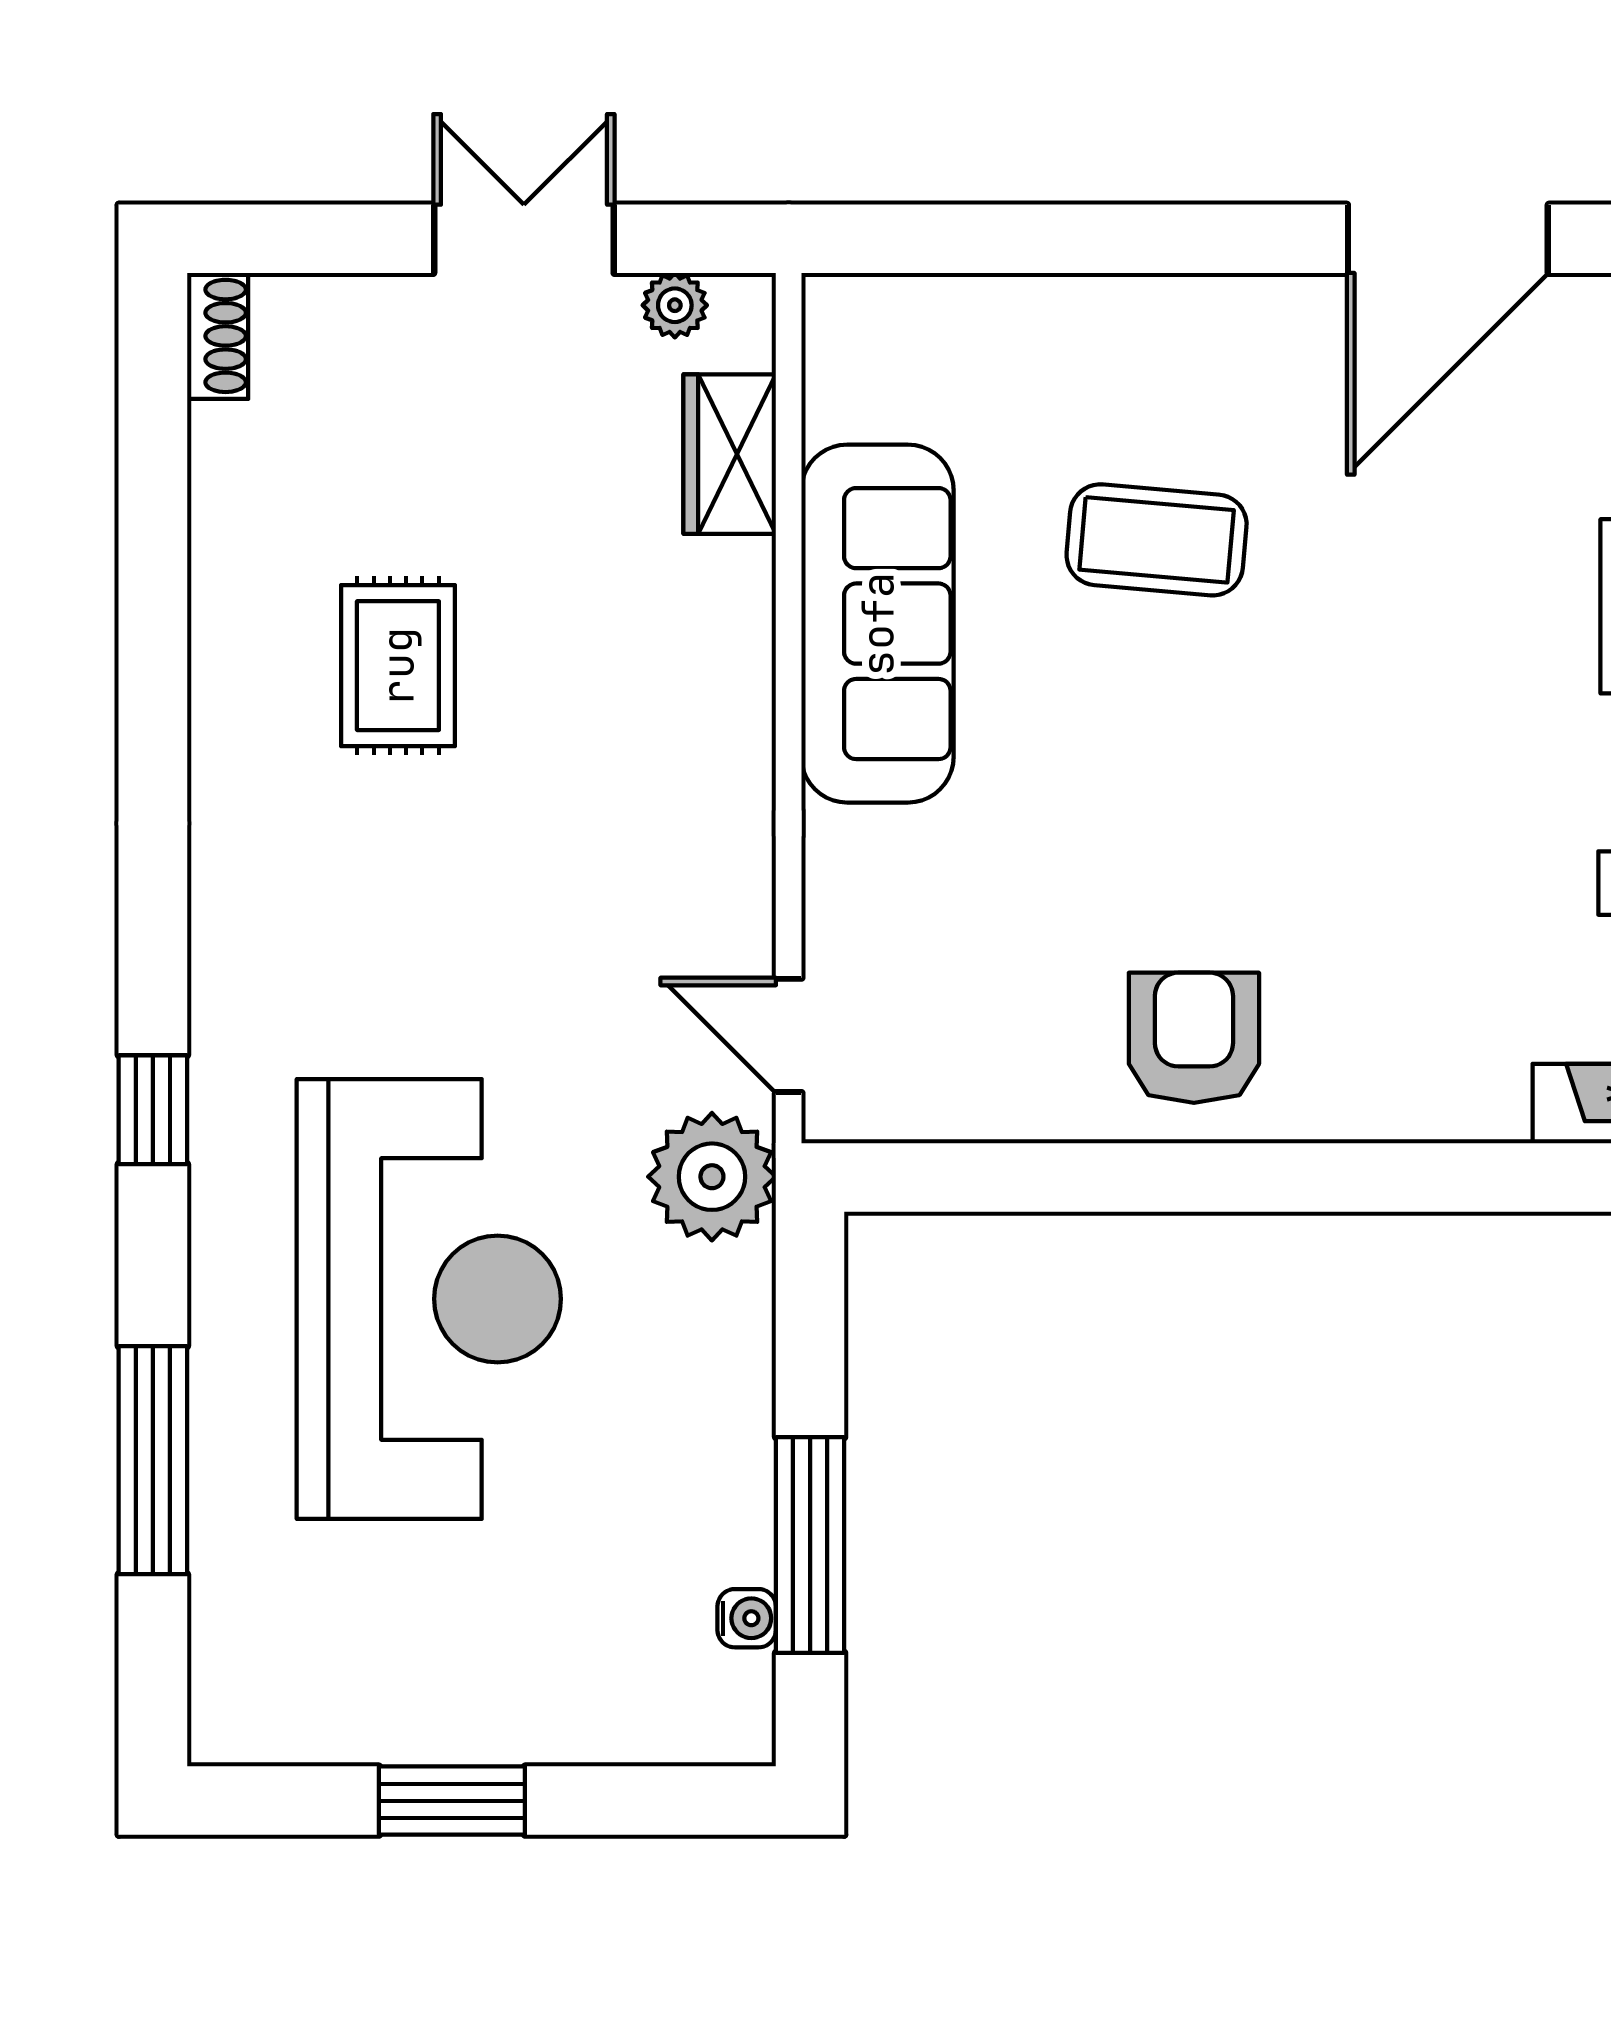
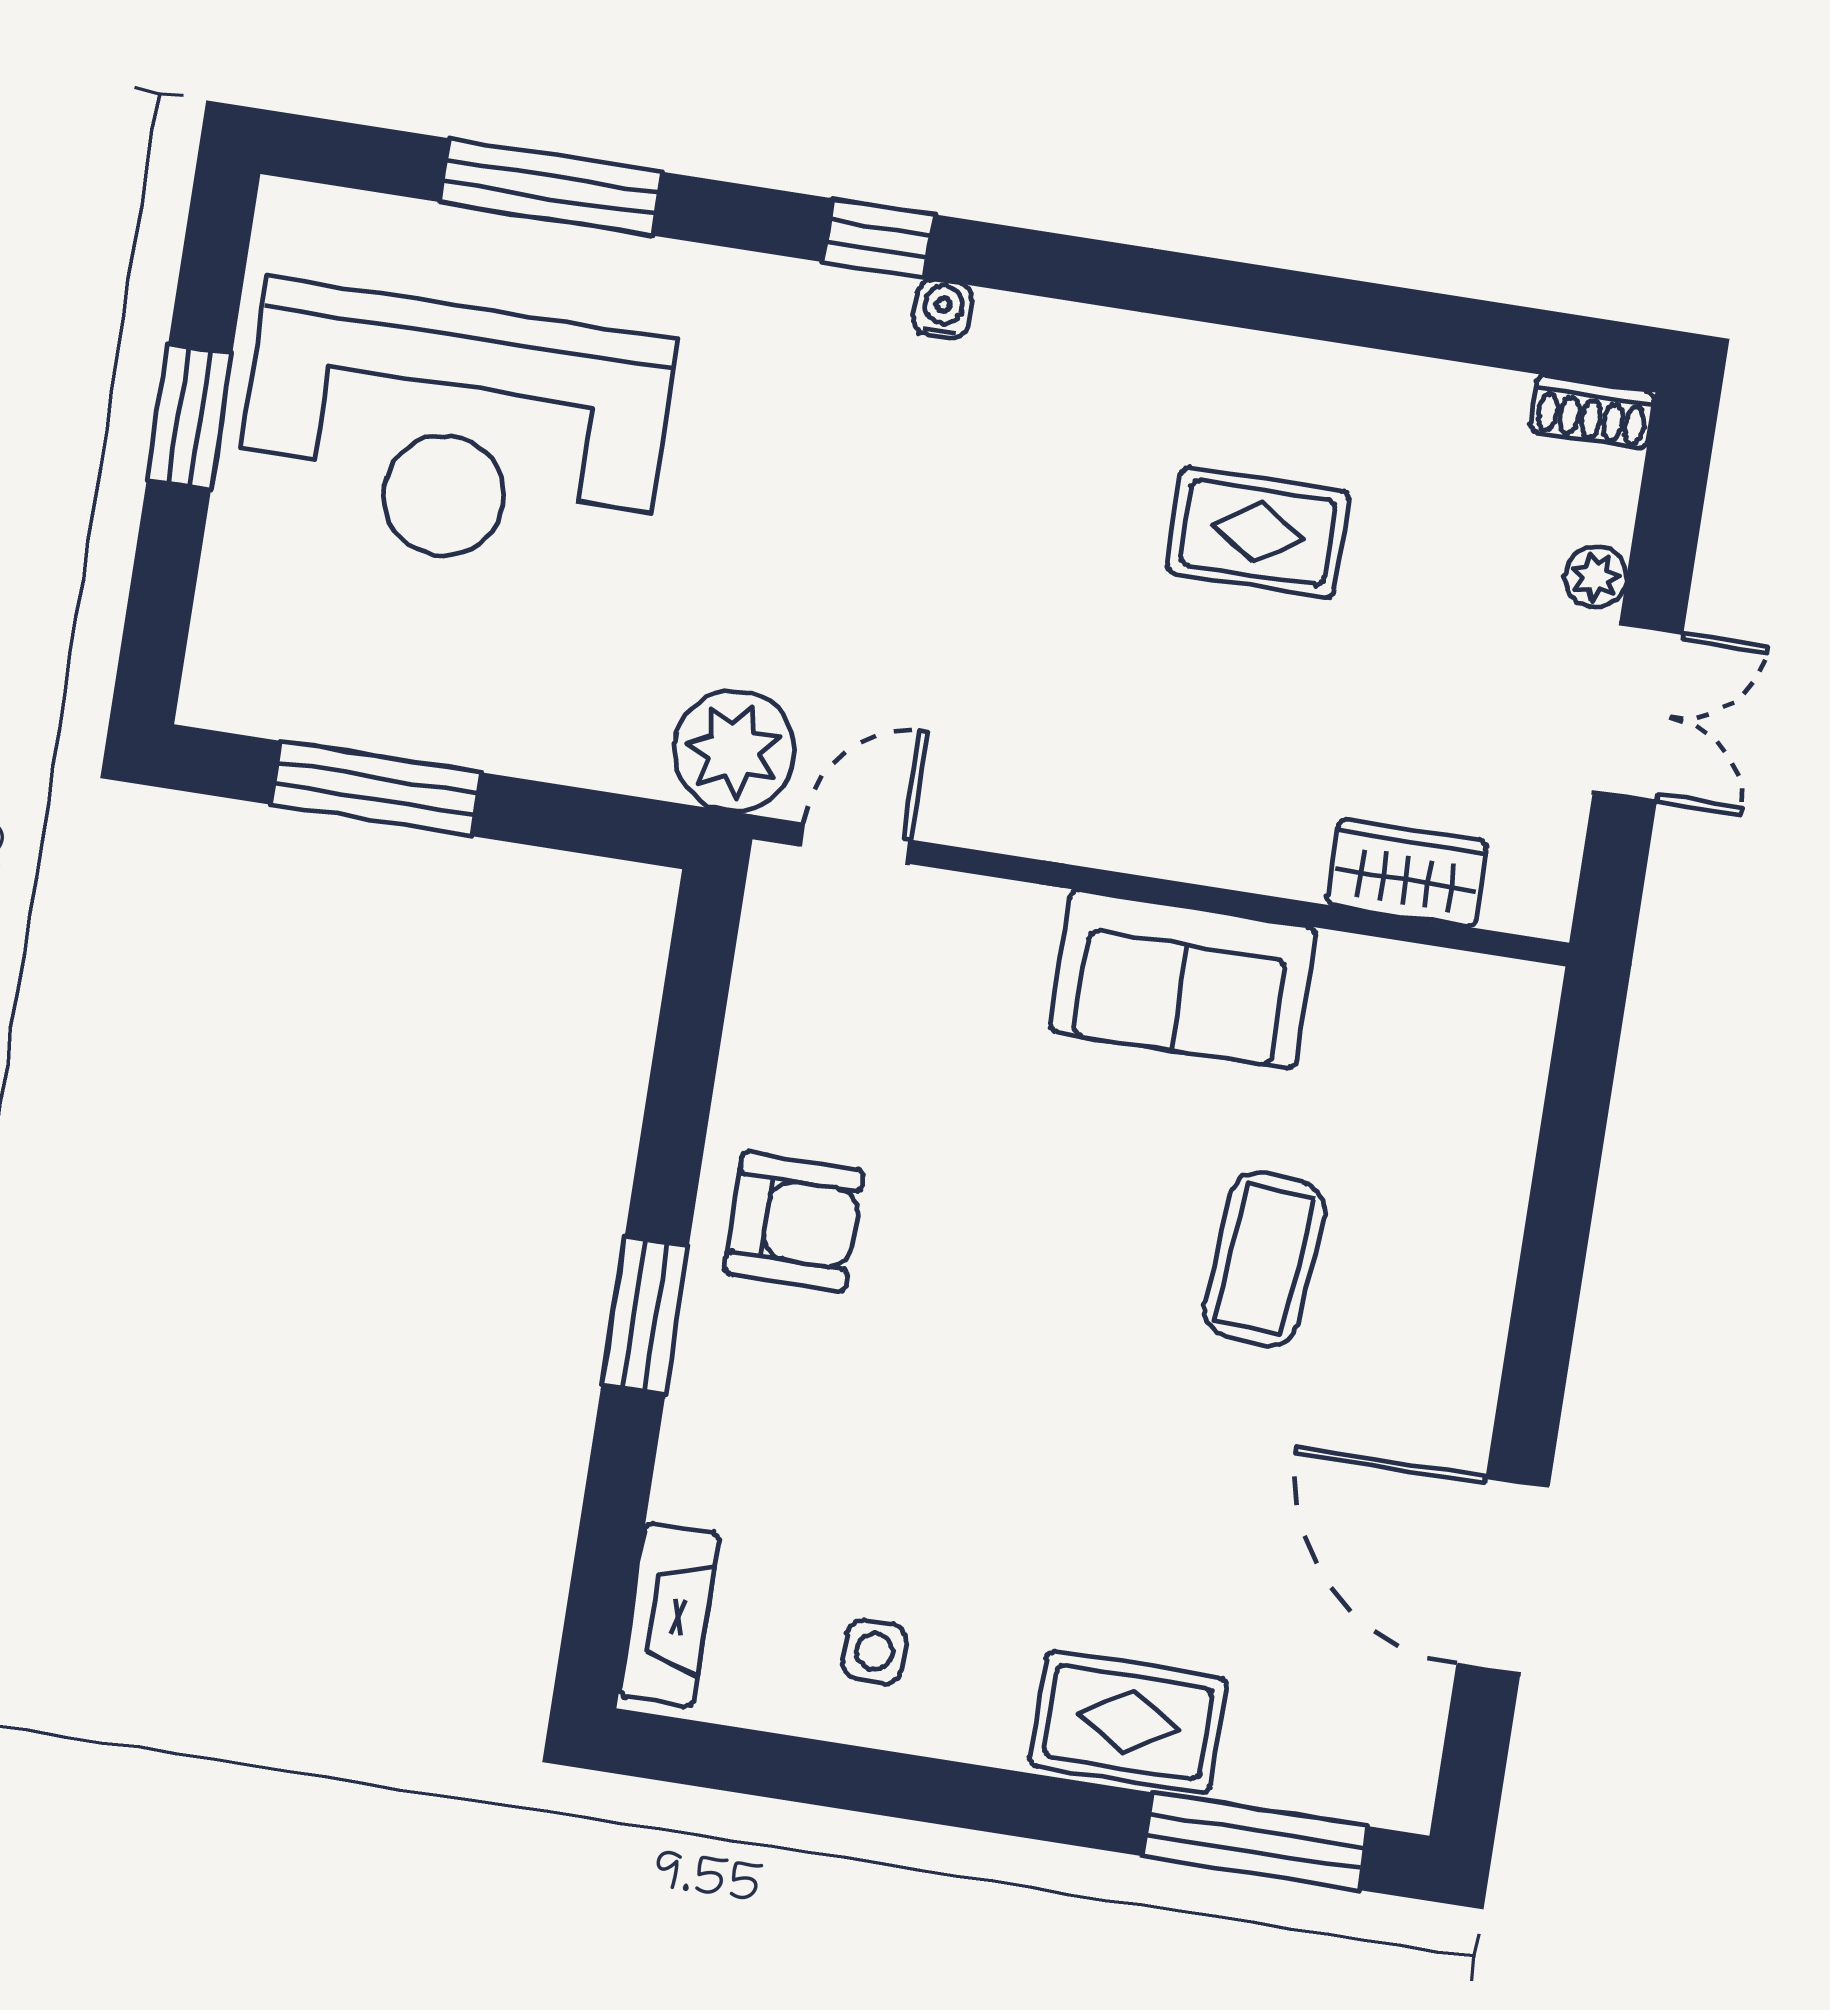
plant: (675, 305) -> (1596, 577), moved
sofa: (878, 624) -> (1183, 979), width x0.73
window: (1317, 1178) -> (645, 1316), added
reception desk: (429, 1299) -> (454, 431), moved
water cooler: (747, 1618) -> (943, 309), moved, turned 180

